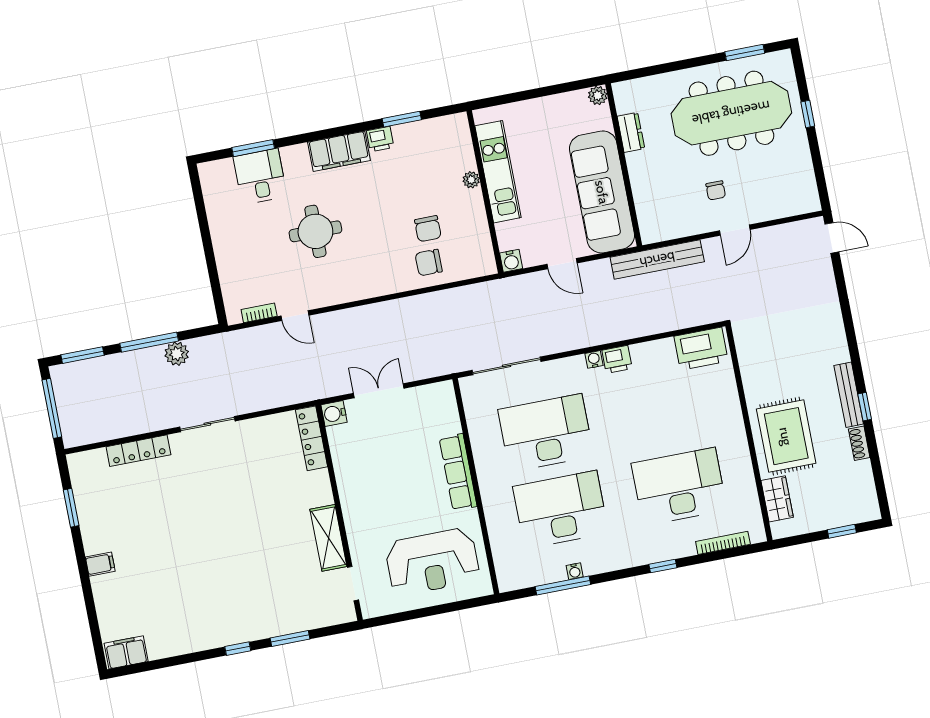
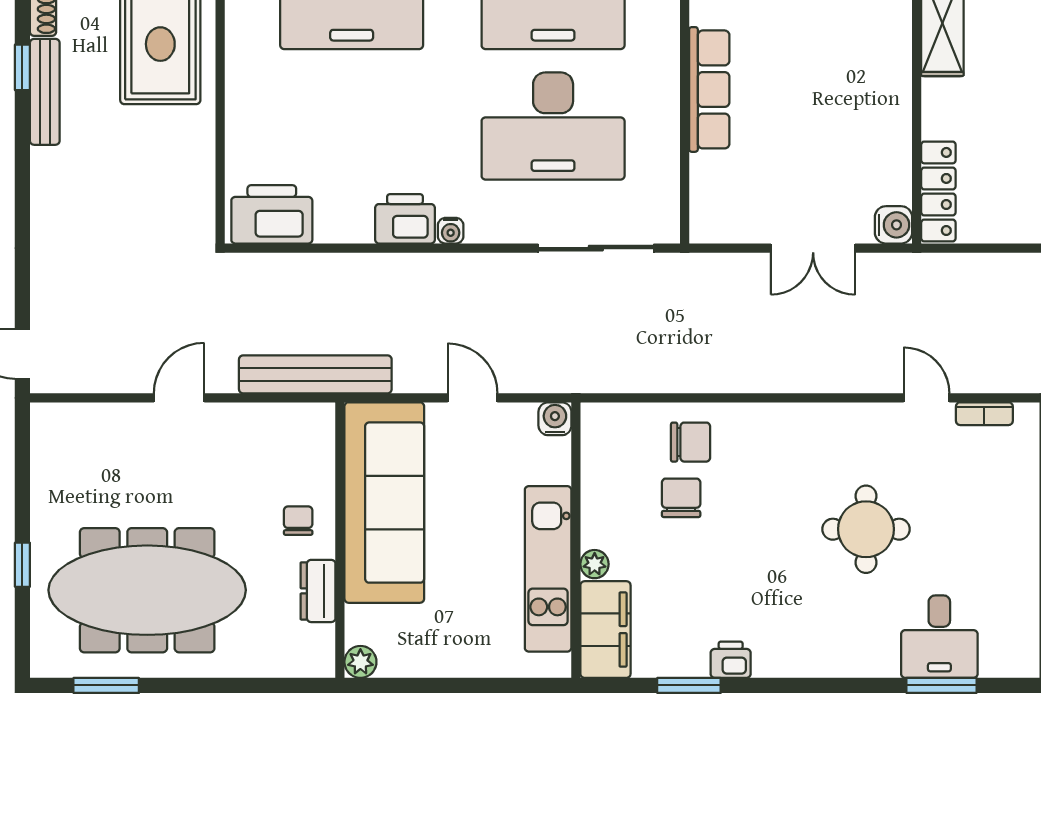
filing cabinet: (339, 151) -> (605, 630), moved, turned 90
chair: (716, 190) -> (298, 521), moved
printer: (617, 359) -> (405, 219), width x1.36, depth x1.24

